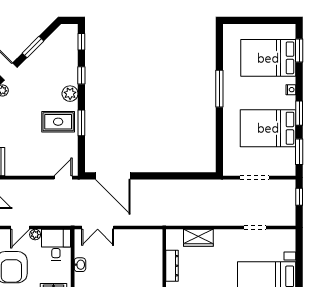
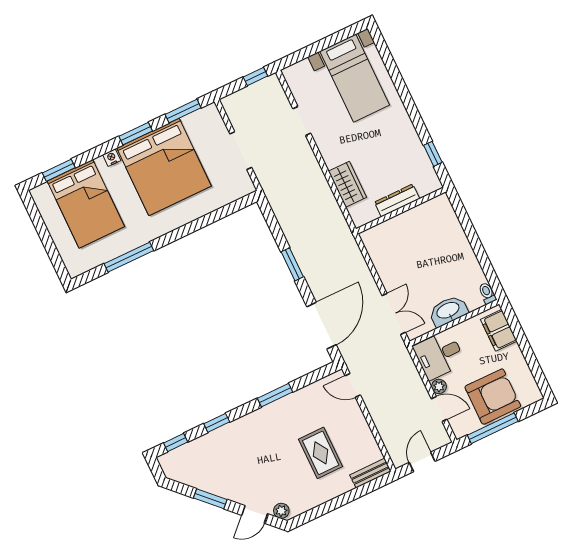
window: (219, 89) -> (129, 257), moved
plant: (70, 94) -> (246, 426), removed
rug: (58, 122) -> (321, 453), moved
bed: (268, 128) -> (164, 167), width x1.36
window: (163, 176) -> (292, 264), added
window: (299, 197) -> (255, 76), moved
washbasin: (80, 265) -> (448, 311), width x1.91, depth x1.45

